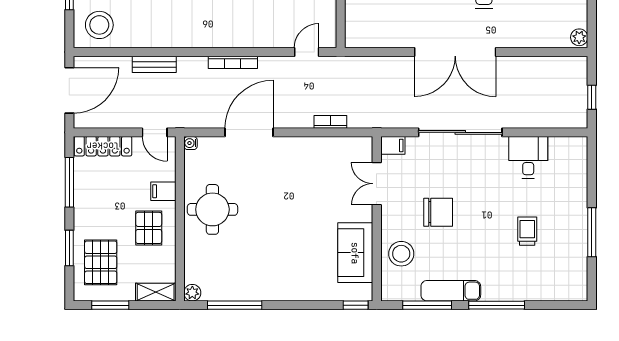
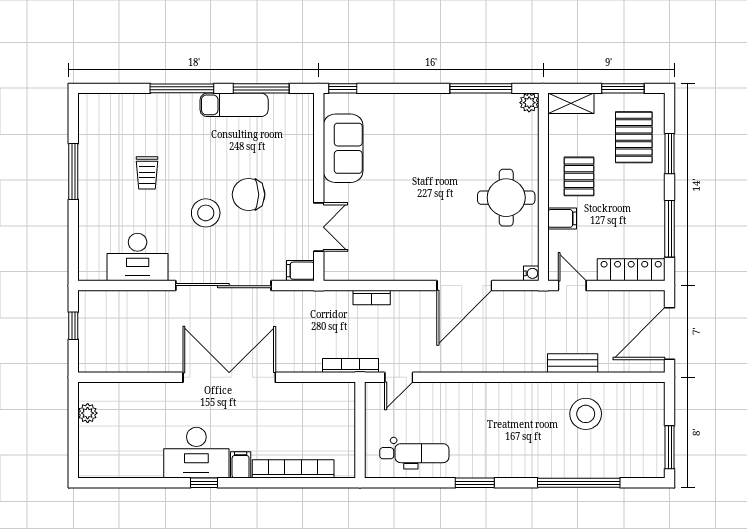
stool: (99, 25) -> (586, 414), moved
plant: (579, 37) -> (88, 413), moved
bookcase: (233, 62) -> (350, 366), moved
desk: (528, 157) -> (138, 257), width x1.37
stool: (401, 254) -> (206, 213), moved

